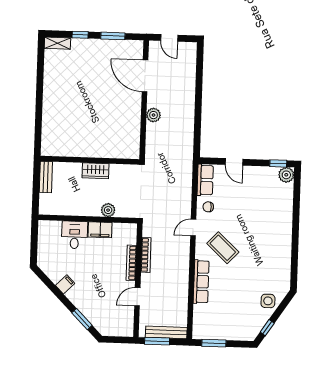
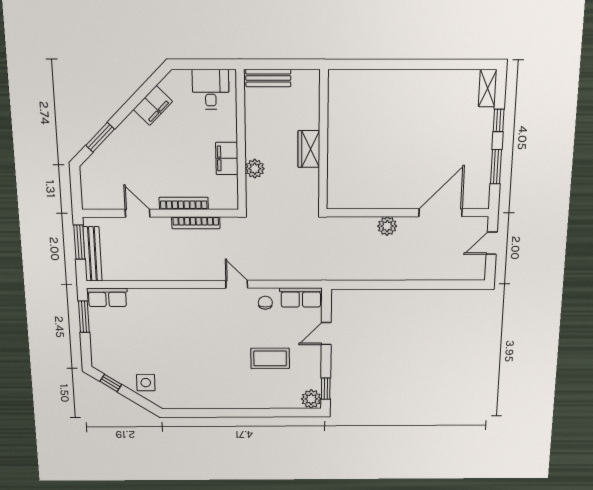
bench: (46, 177) -> (268, 78), moved
desk: (75, 235) -> (211, 89), moved, turned -90
coffee table: (223, 248) -> (270, 358), moved, turned 47
row of seats: (201, 282) -> (107, 297), moved, width x0.68
filing cabinet: (65, 284) -> (153, 105), width x2.00

